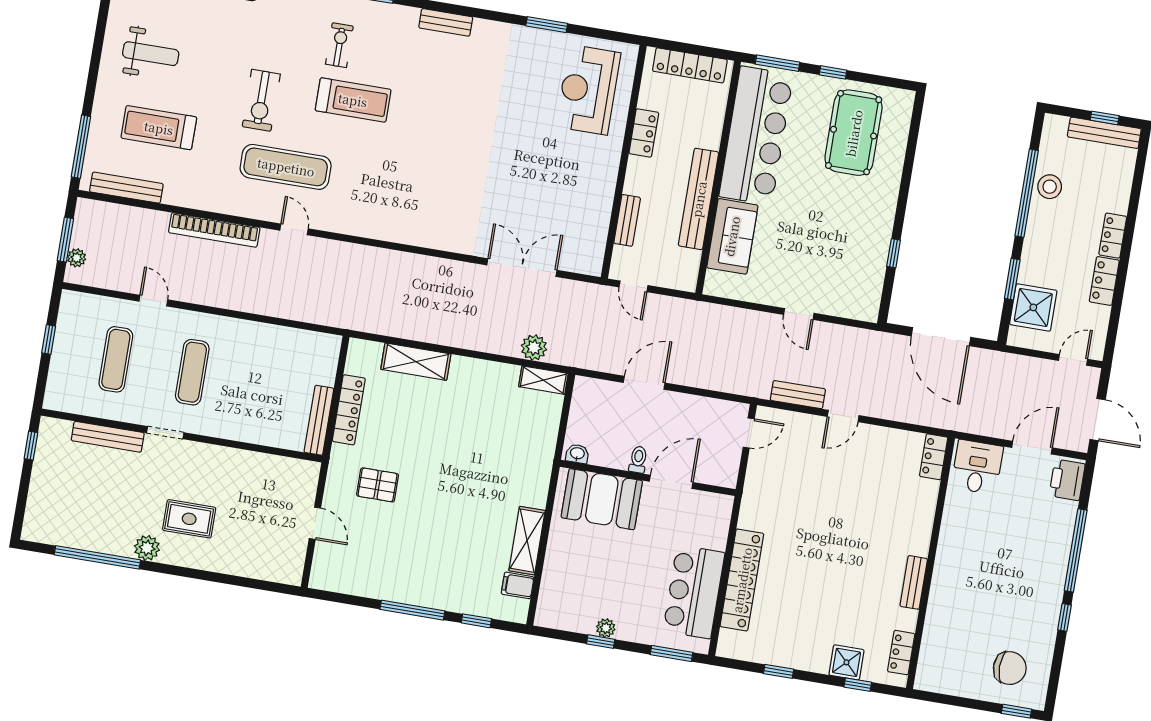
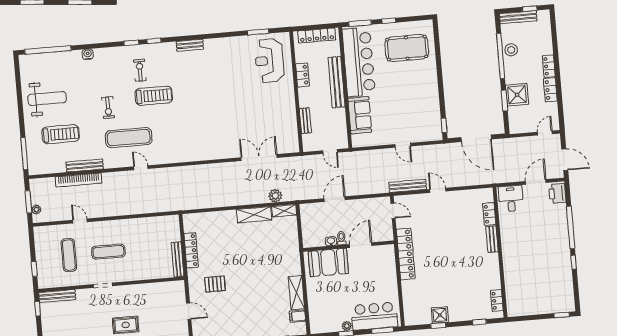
window: (547, 25) -> (258, 32), moved
weight bench: (151, 54) -> (47, 99), width x1.36, depth x1.33
exercise bike: (261, 100) -> (108, 108), width x0.73, depth x0.72
treadmill: (159, 128) -> (61, 134), turned 180
pool table: (854, 133) -> (407, 48), turned 90
bench: (1104, 133) -> (518, 17), moved
bench: (126, 188) -> (85, 166), moved
bench: (699, 199) -> (337, 82), moved
bookcase: (214, 230) -> (79, 180), moved
window: (894, 253) -> (444, 125), moved
door: (634, 286) -> (330, 151), moved
shower: (1033, 307) -> (517, 95), moved
window: (49, 340) -> (34, 269), moved
shelving: (416, 362) -> (254, 215), moved
exercise mat: (192, 372) -> (108, 252), turned 90
bench: (798, 395) -> (408, 186), width x1.36
door: (843, 416) -> (438, 190), swing flipped
door: (749, 433) -> (393, 211), hinge flipped
bench: (108, 437) -> (57, 296), moved
washbasin: (577, 454) -> (331, 241), moved
locker: (934, 457) -> (489, 214), moved
locker: (742, 580) -> (406, 254), moved
bench: (914, 582) -> (492, 239), moved
bar counter: (694, 592) -> (374, 316), moved, turned 90
shower: (847, 662) -> (440, 315), moved
chair: (1010, 668) -> (553, 294), removed

